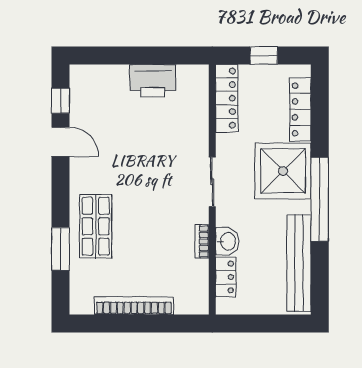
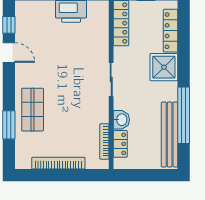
shower: (283, 171) -> (164, 67), width x0.73, depth x0.73
window: (320, 199) -> (184, 115), moved
bookcase: (202, 241) -> (104, 141), moved, width x1.56

